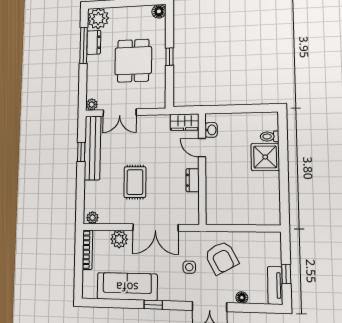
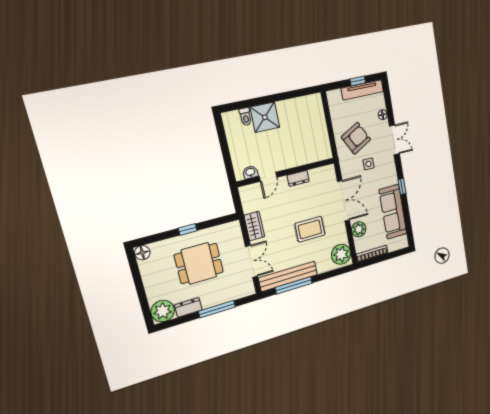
window: (84, 45) -> (217, 309), moved
plant: (92, 105) -> (249, 290), removed
wardrobe: (185, 122) -> (254, 226), moved
window: (81, 152) -> (294, 285), width x2.17
plant: (92, 218) -> (341, 254), width x1.88, depth x1.88
tv unit: (275, 285) -> (362, 90), width x1.41

